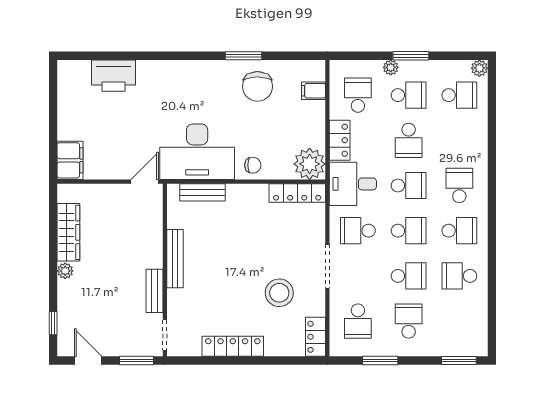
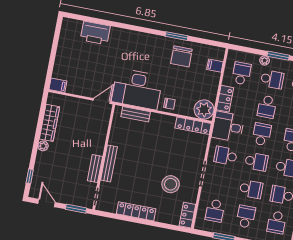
filing cabinet: (70, 160) -> (58, 85), width x0.50
school desk: (409, 186) -> (262, 134), turned -90
bench: (175, 259) -> (109, 163), moved
school desk: (459, 321) -> (277, 222), added

